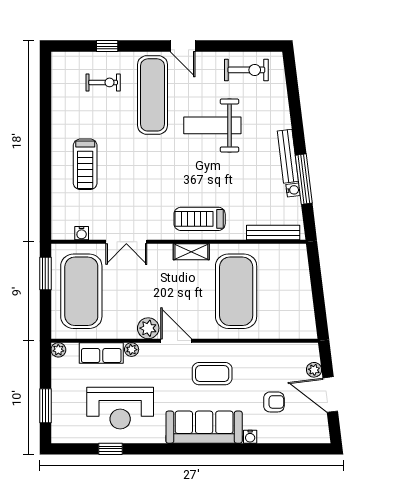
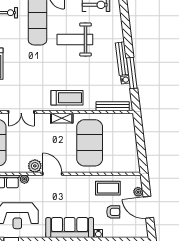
treadmill: (200, 219) -> (67, 98), turned 180
coffee table: (212, 374) -> (108, 188), moved

